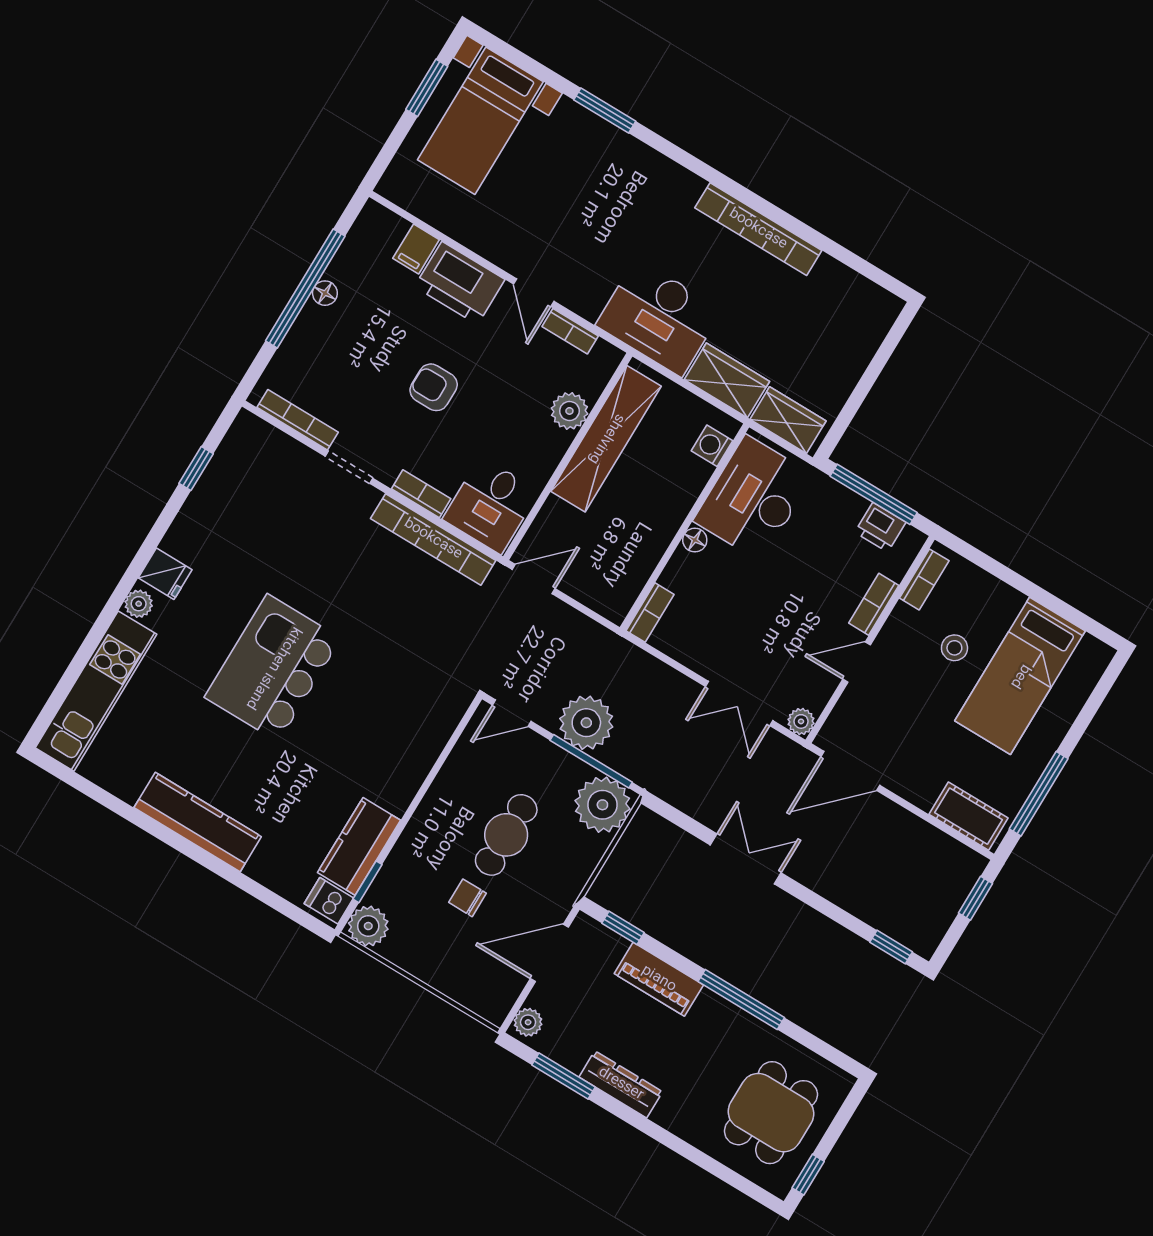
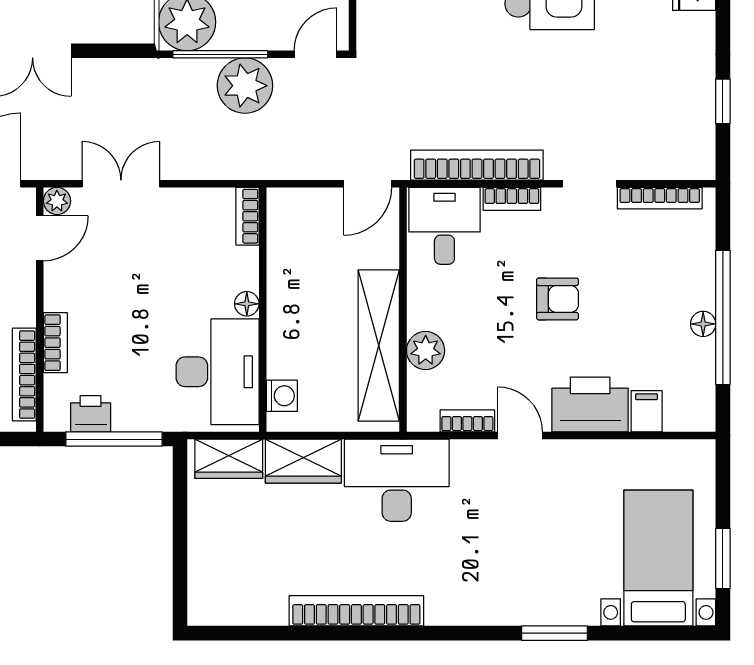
bookcase: (924, 579) -> (24, 375), width x1.56
door: (857, 662) -> (40, 238), moved

